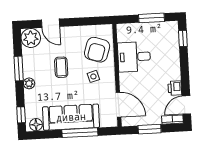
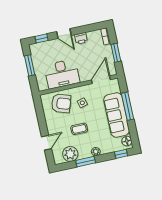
plant: (31, 38) -> (70, 154), moved
desk: (134, 57) -> (62, 74), width x1.37
door: (186, 105) -> (64, 34), moved

